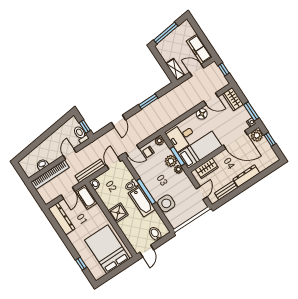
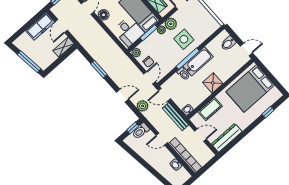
plant: (105, 140) -> (143, 106), added
plant: (171, 161) -> (171, 24), moved
cot: (86, 197) -> (210, 109), moved
side table: (166, 203) -> (184, 39), moved

